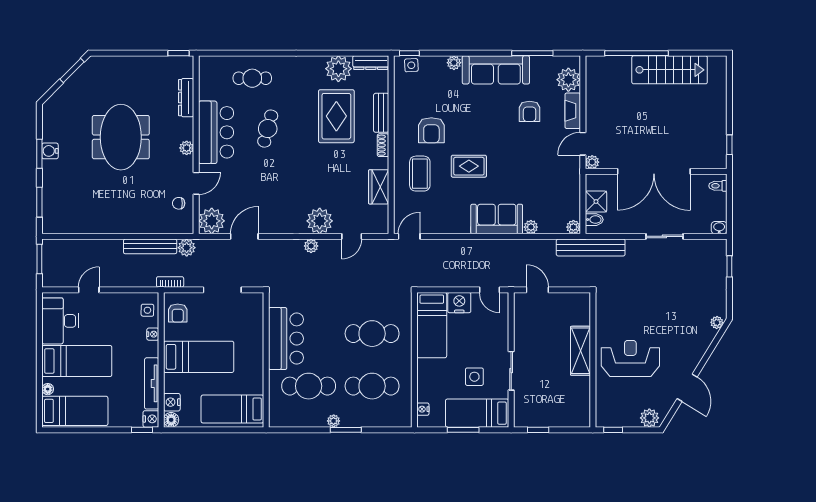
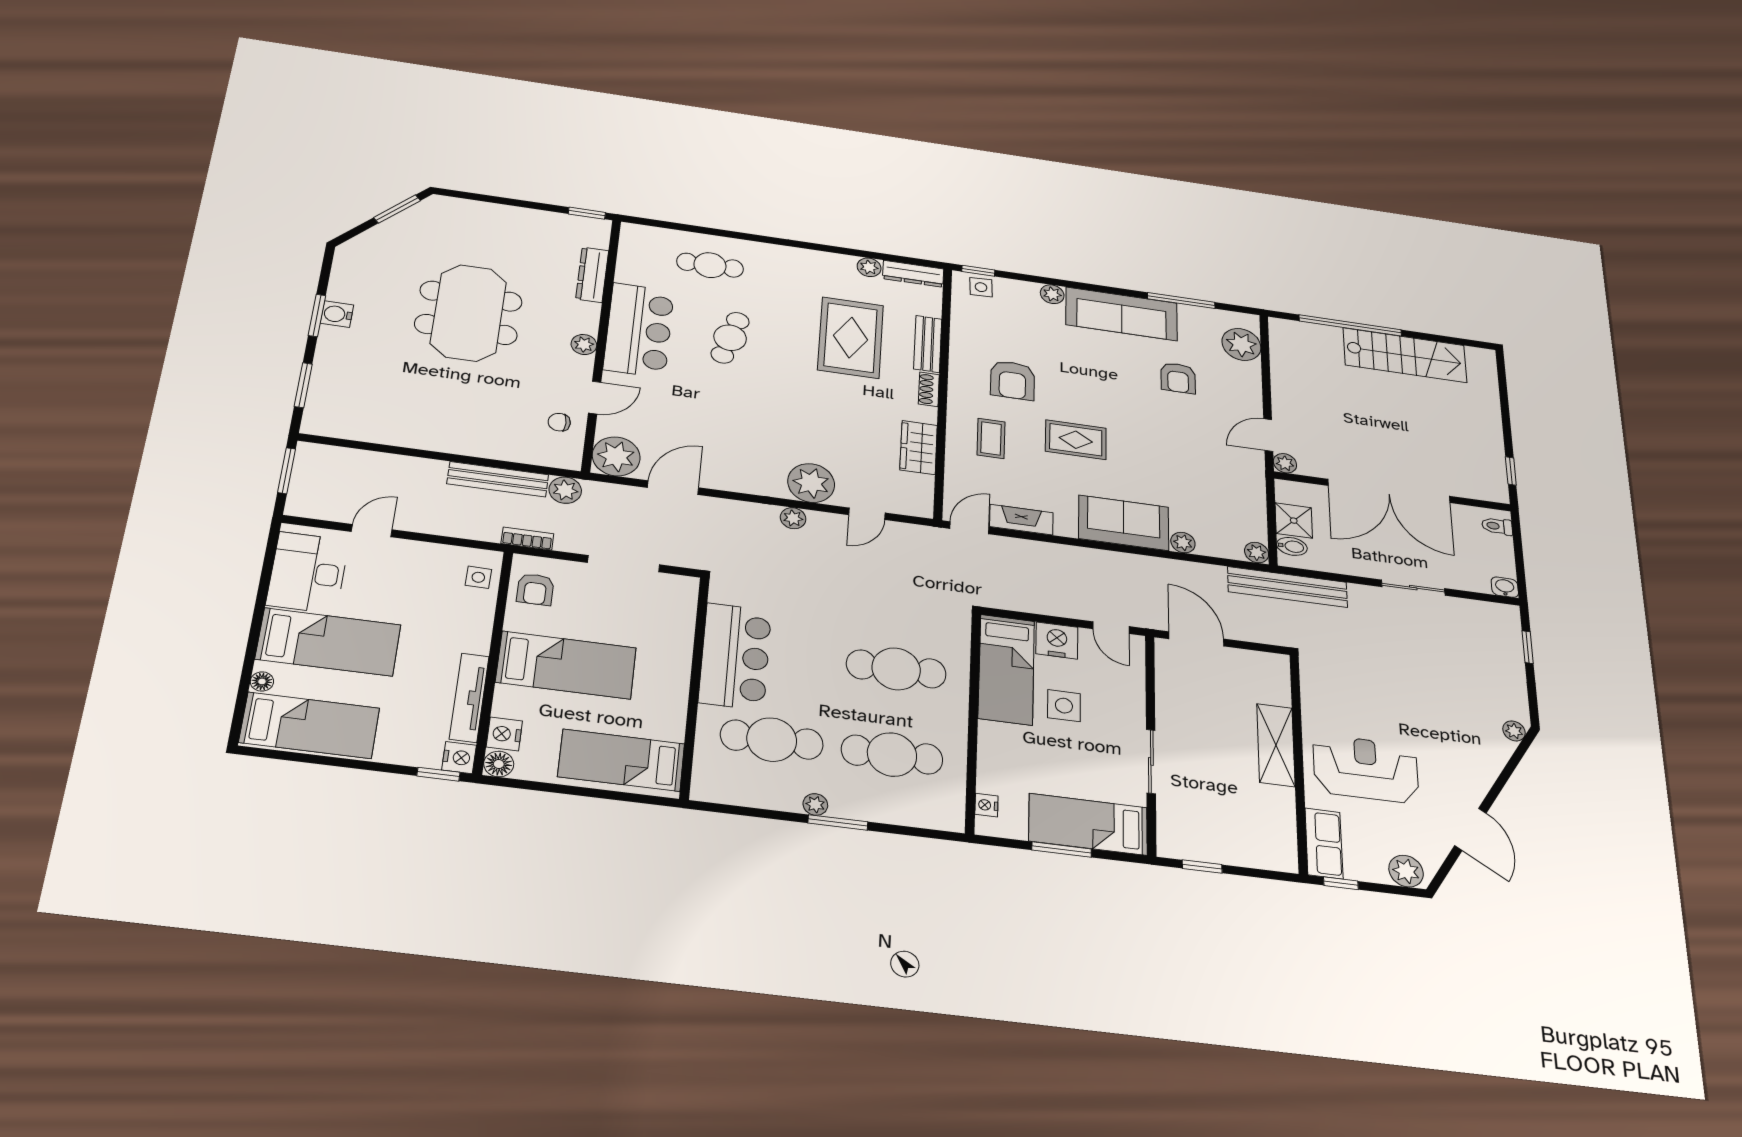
plant: (338, 69) -> (869, 267), width x0.53, depth x0.53
fireplace: (573, 111) -> (1021, 520), moved, turned 90
coffee table: (420, 174) -> (991, 438), width x0.73, depth x0.77
door: (537, 290) -> (1196, 639), width x1.37
nightstand: (153, 334) -> (483, 617), removed
side table: (474, 377) -> (1064, 706), moved
row of seats: (605, 407) -> (1324, 843), added

